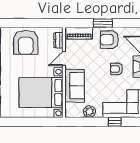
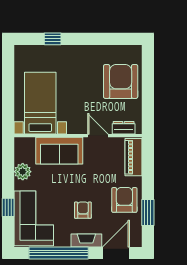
window: (103, 23) -> (148, 212), moved
armchair: (26, 42) -> (121, 81), turned 90
bed with nightstands: (41, 92) -> (40, 103), width x0.73

